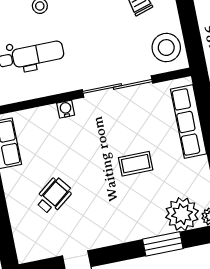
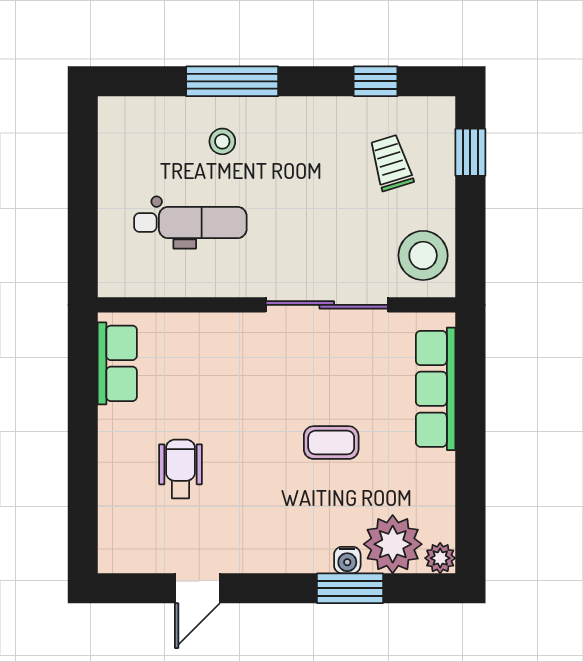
water cooler: (66, 109) -> (347, 560), moved, turned 180
wheelchair: (54, 196) -> (181, 469), turned -52

